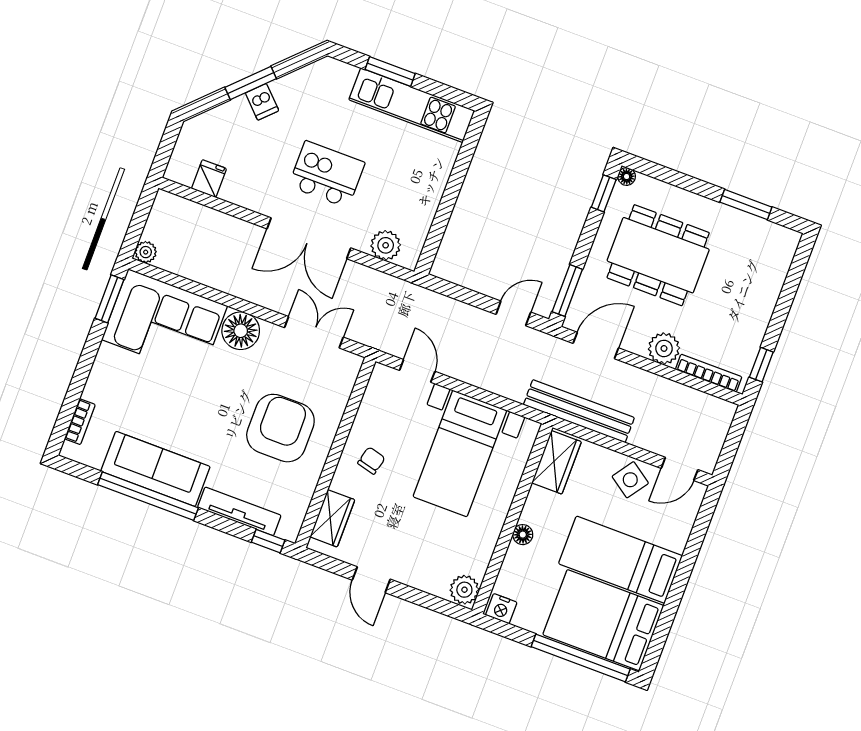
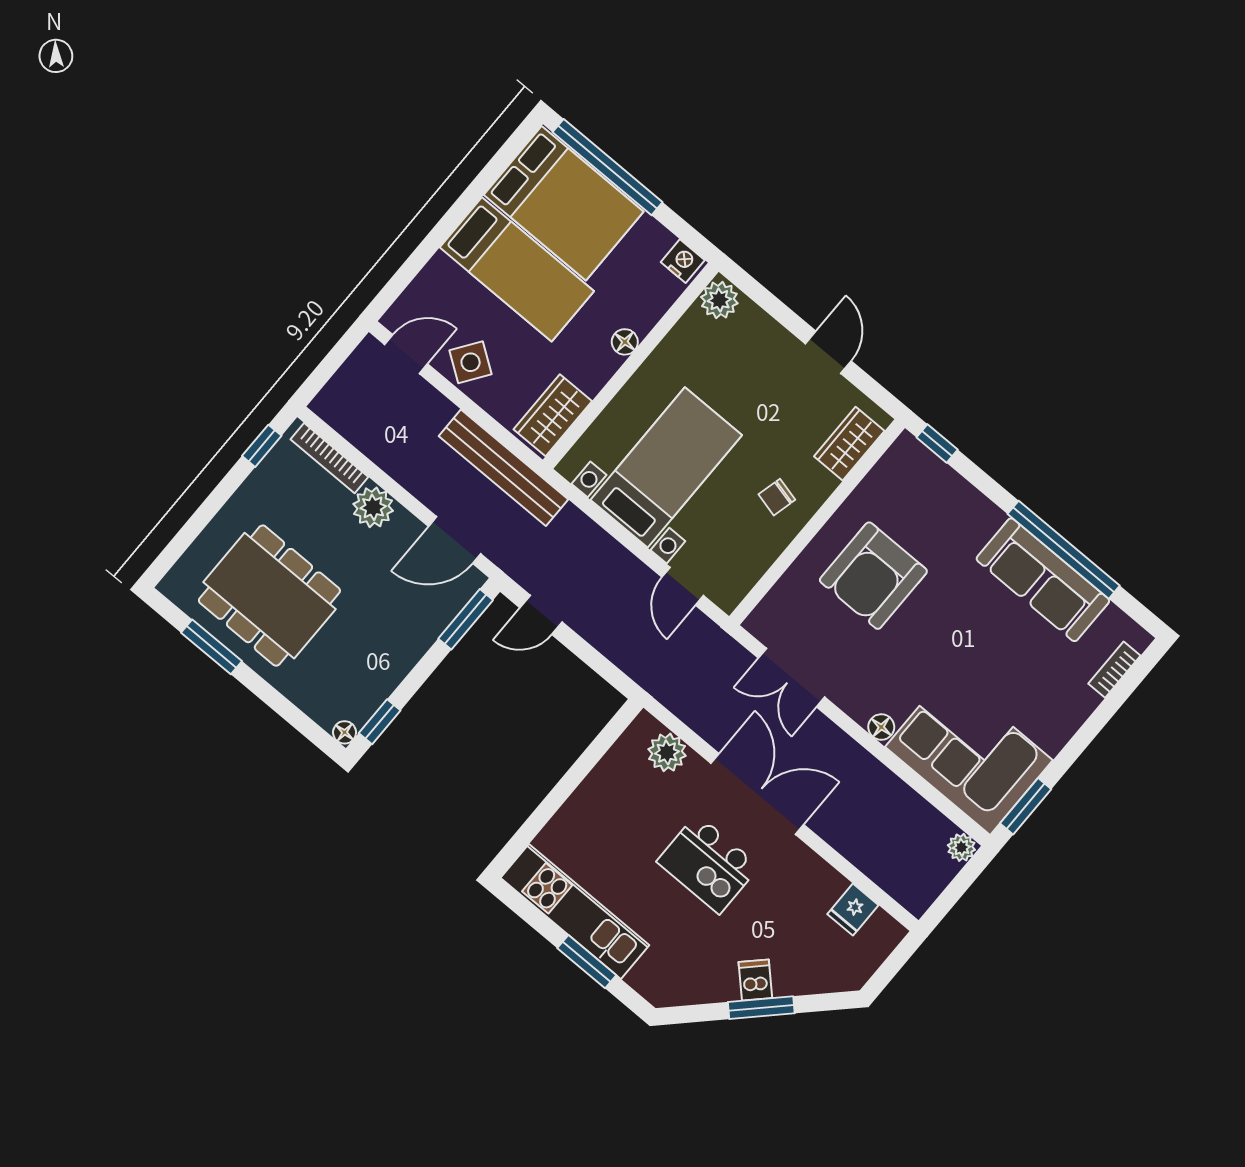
dining table: (658, 255) -> (269, 596), moved
floor lamp: (241, 331) -> (881, 727), width x0.53, depth x0.53
tv unit: (239, 511) -> (959, 492), removed

